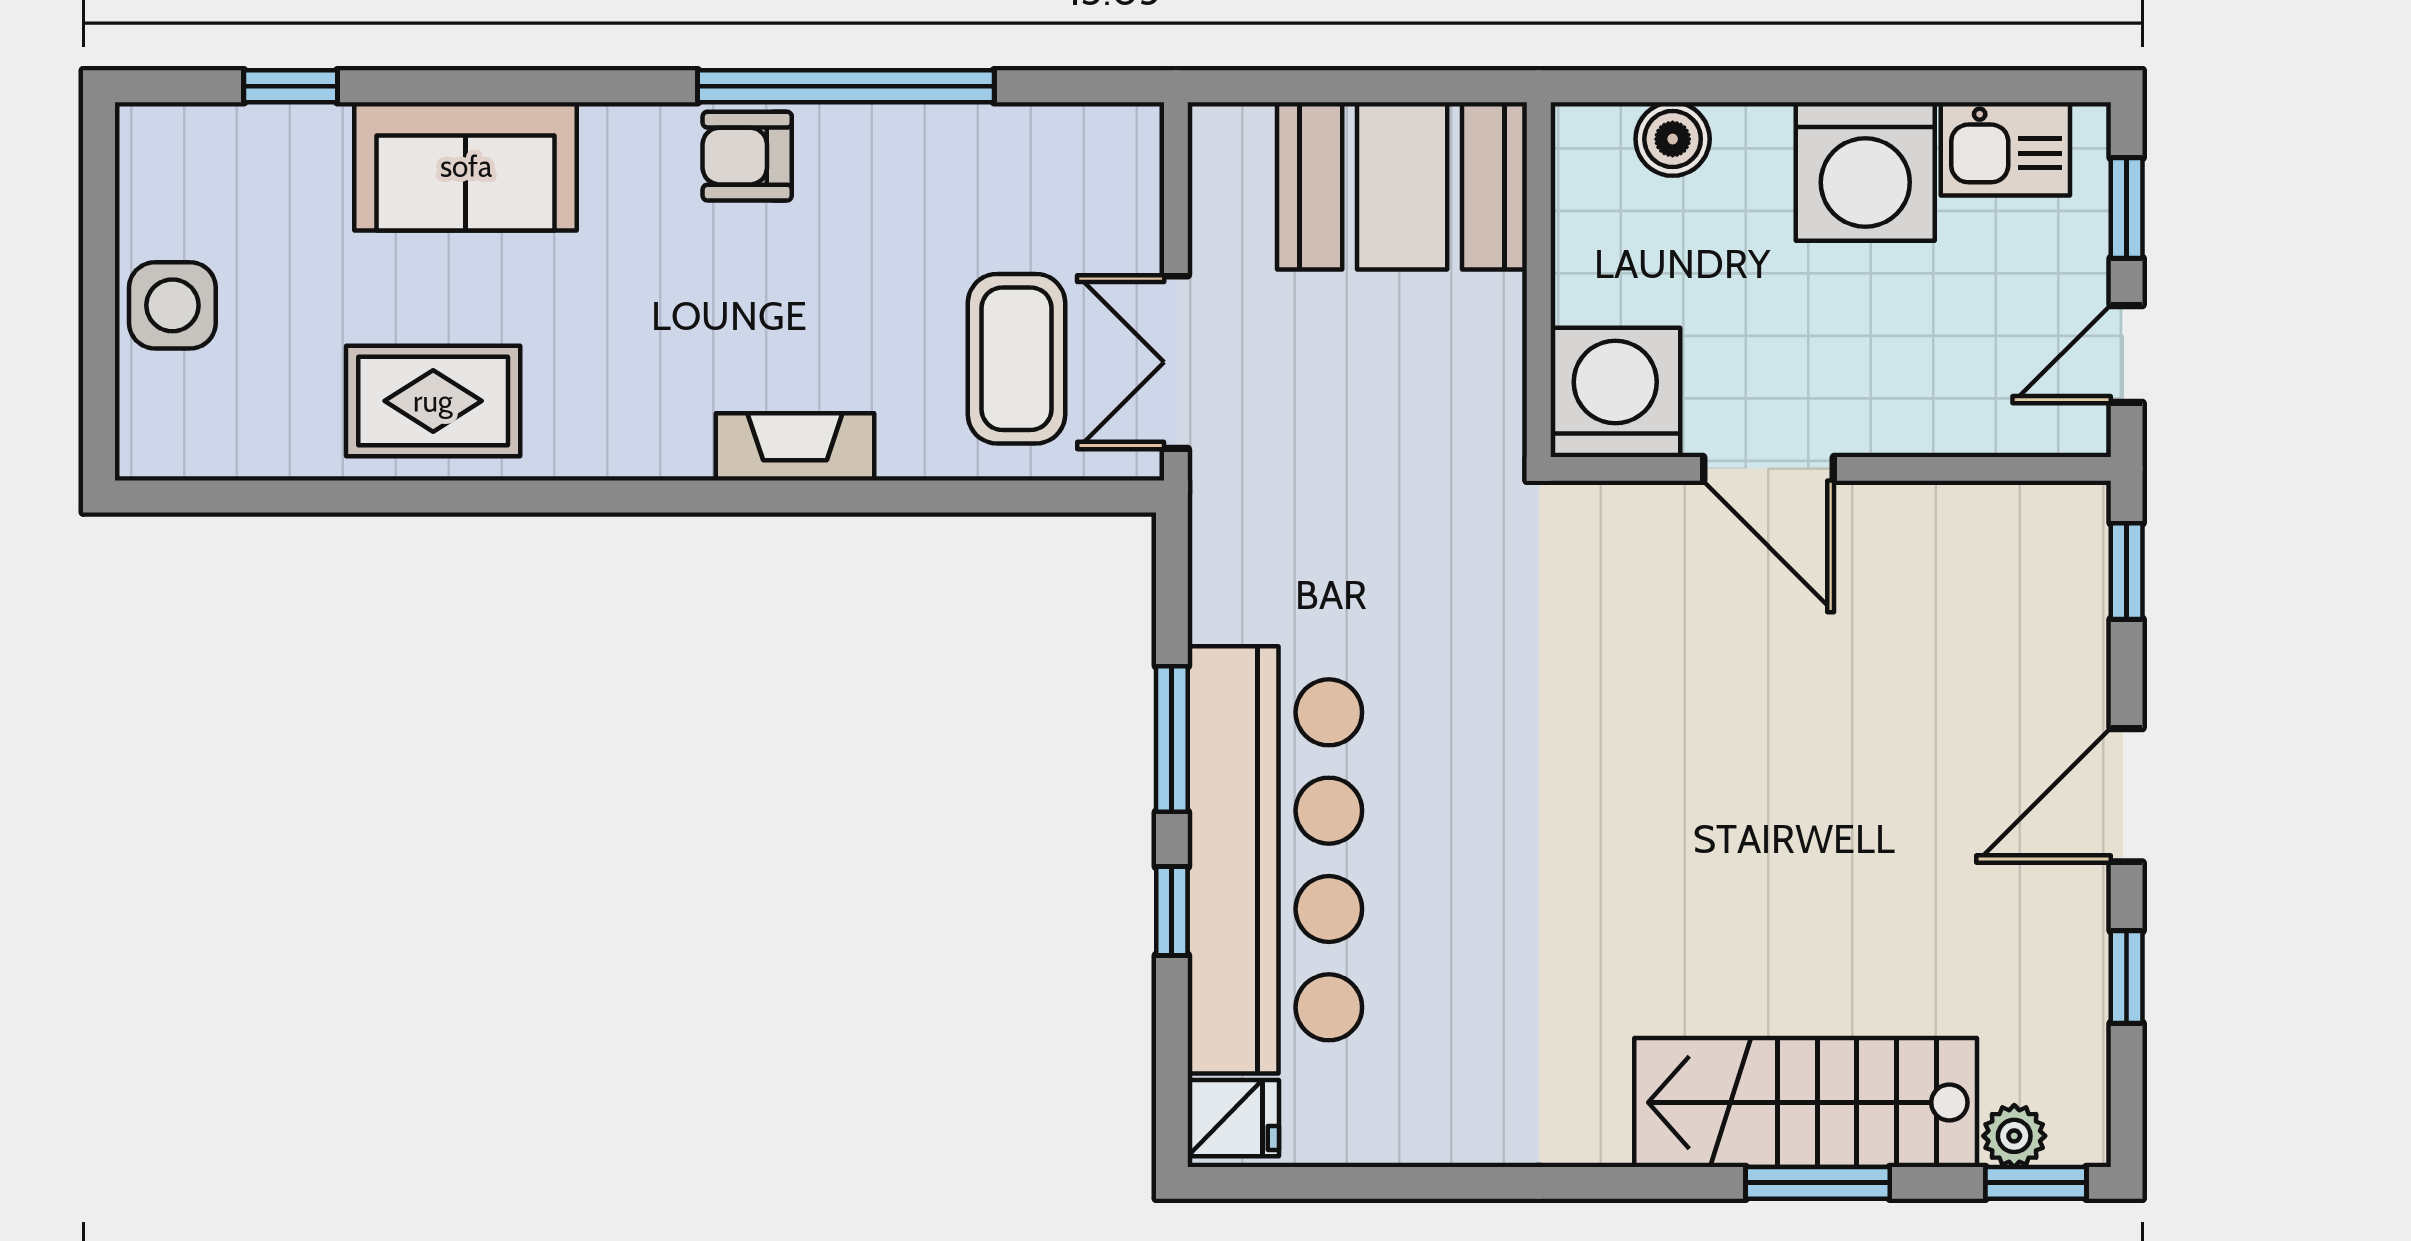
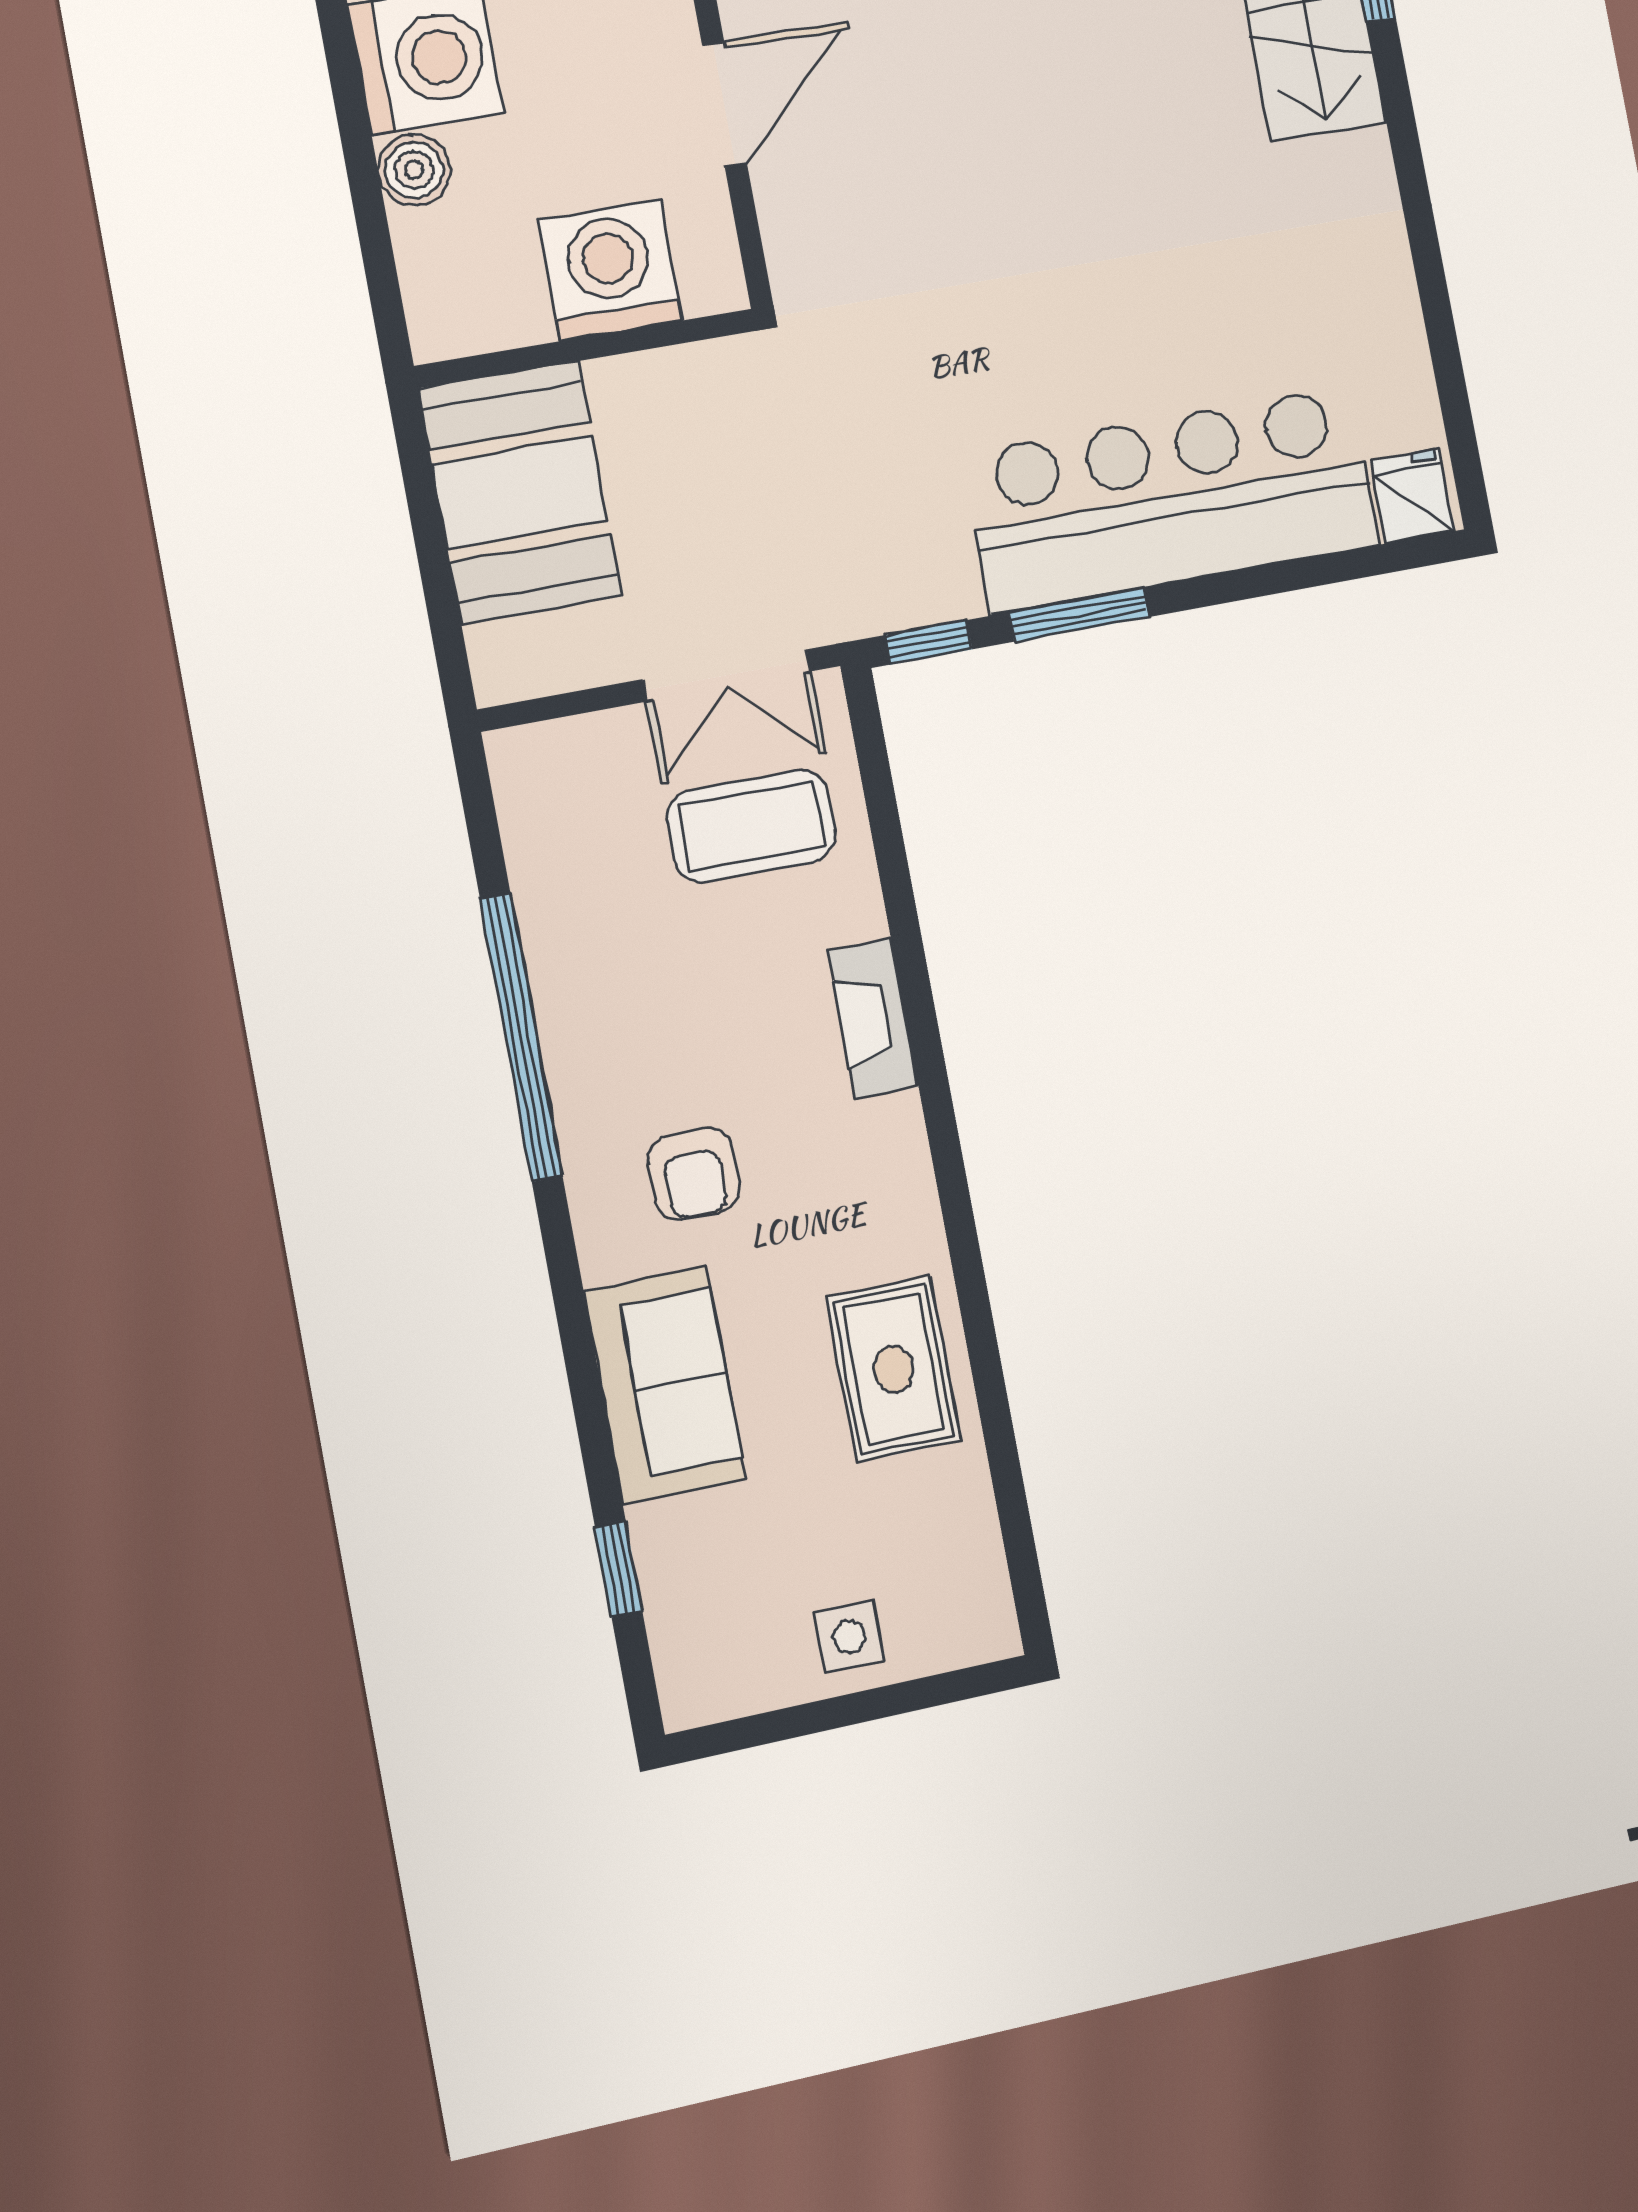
boiler: (1673, 139) -> (414, 170), moved
armchair: (747, 156) -> (694, 1174), moved
side table: (172, 305) -> (849, 1637), width x0.73, depth x0.73
washing machine: (1615, 392) -> (610, 270), moved, turned 90
window: (1172, 911) -> (929, 642), moved

